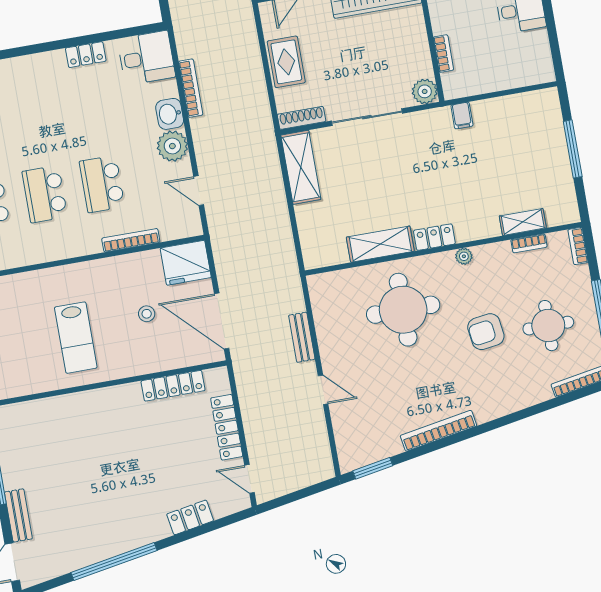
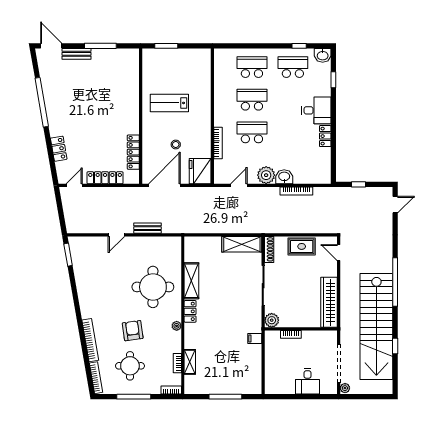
desk: (146, 58) -> (316, 110), moved, turned -90
bookcase: (438, 431) -> (90, 340), moved

